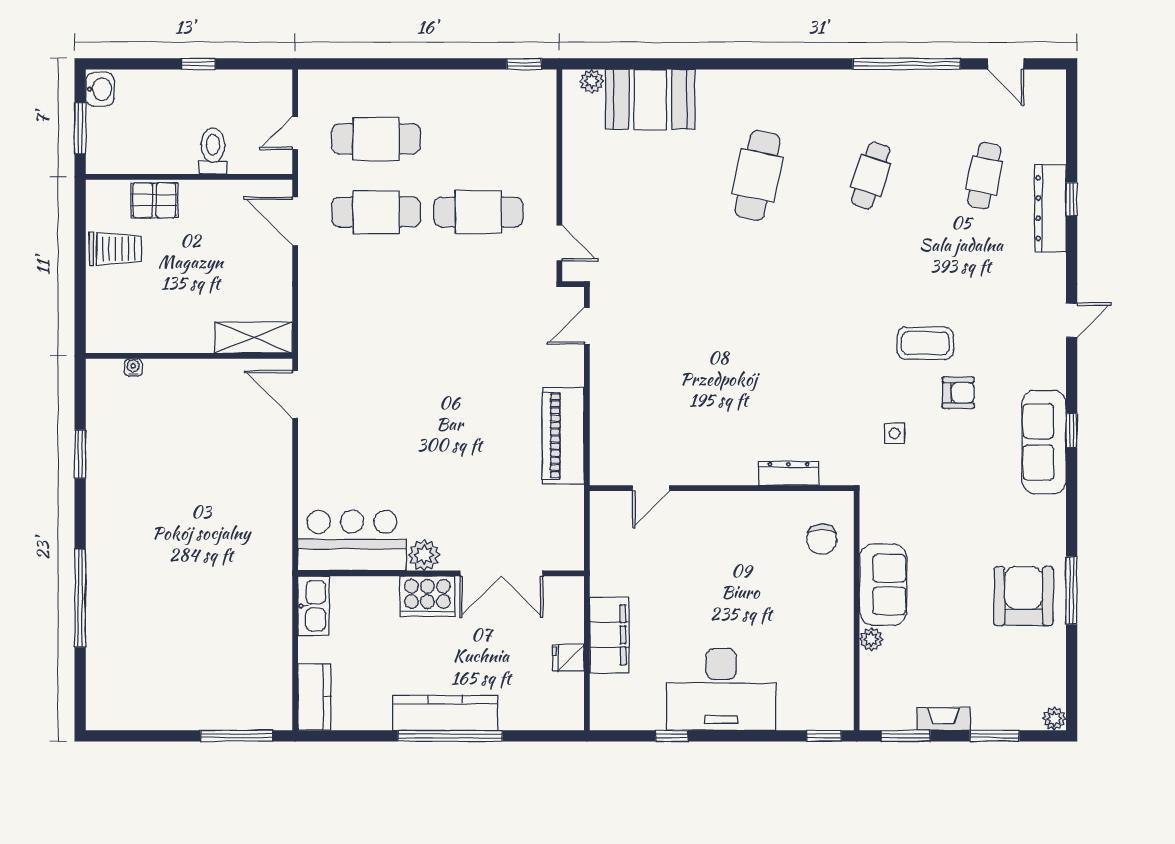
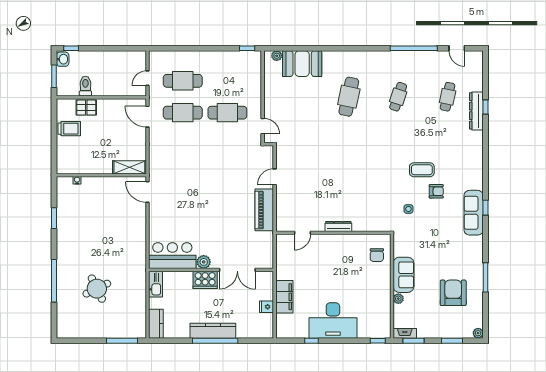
window: (198, 64) -> (71, 48), moved
toilet: (213, 151) -> (85, 86), moved
door: (1072, 320) -> (486, 160), removed
door: (587, 326) -> (275, 177), moved
dresser: (788, 473) -> (338, 226), moved
armchair: (1024, 596) -> (453, 293), moved
round table: (179, 616) -> (97, 289), added
fireplace: (943, 719) -> (405, 333), moved

